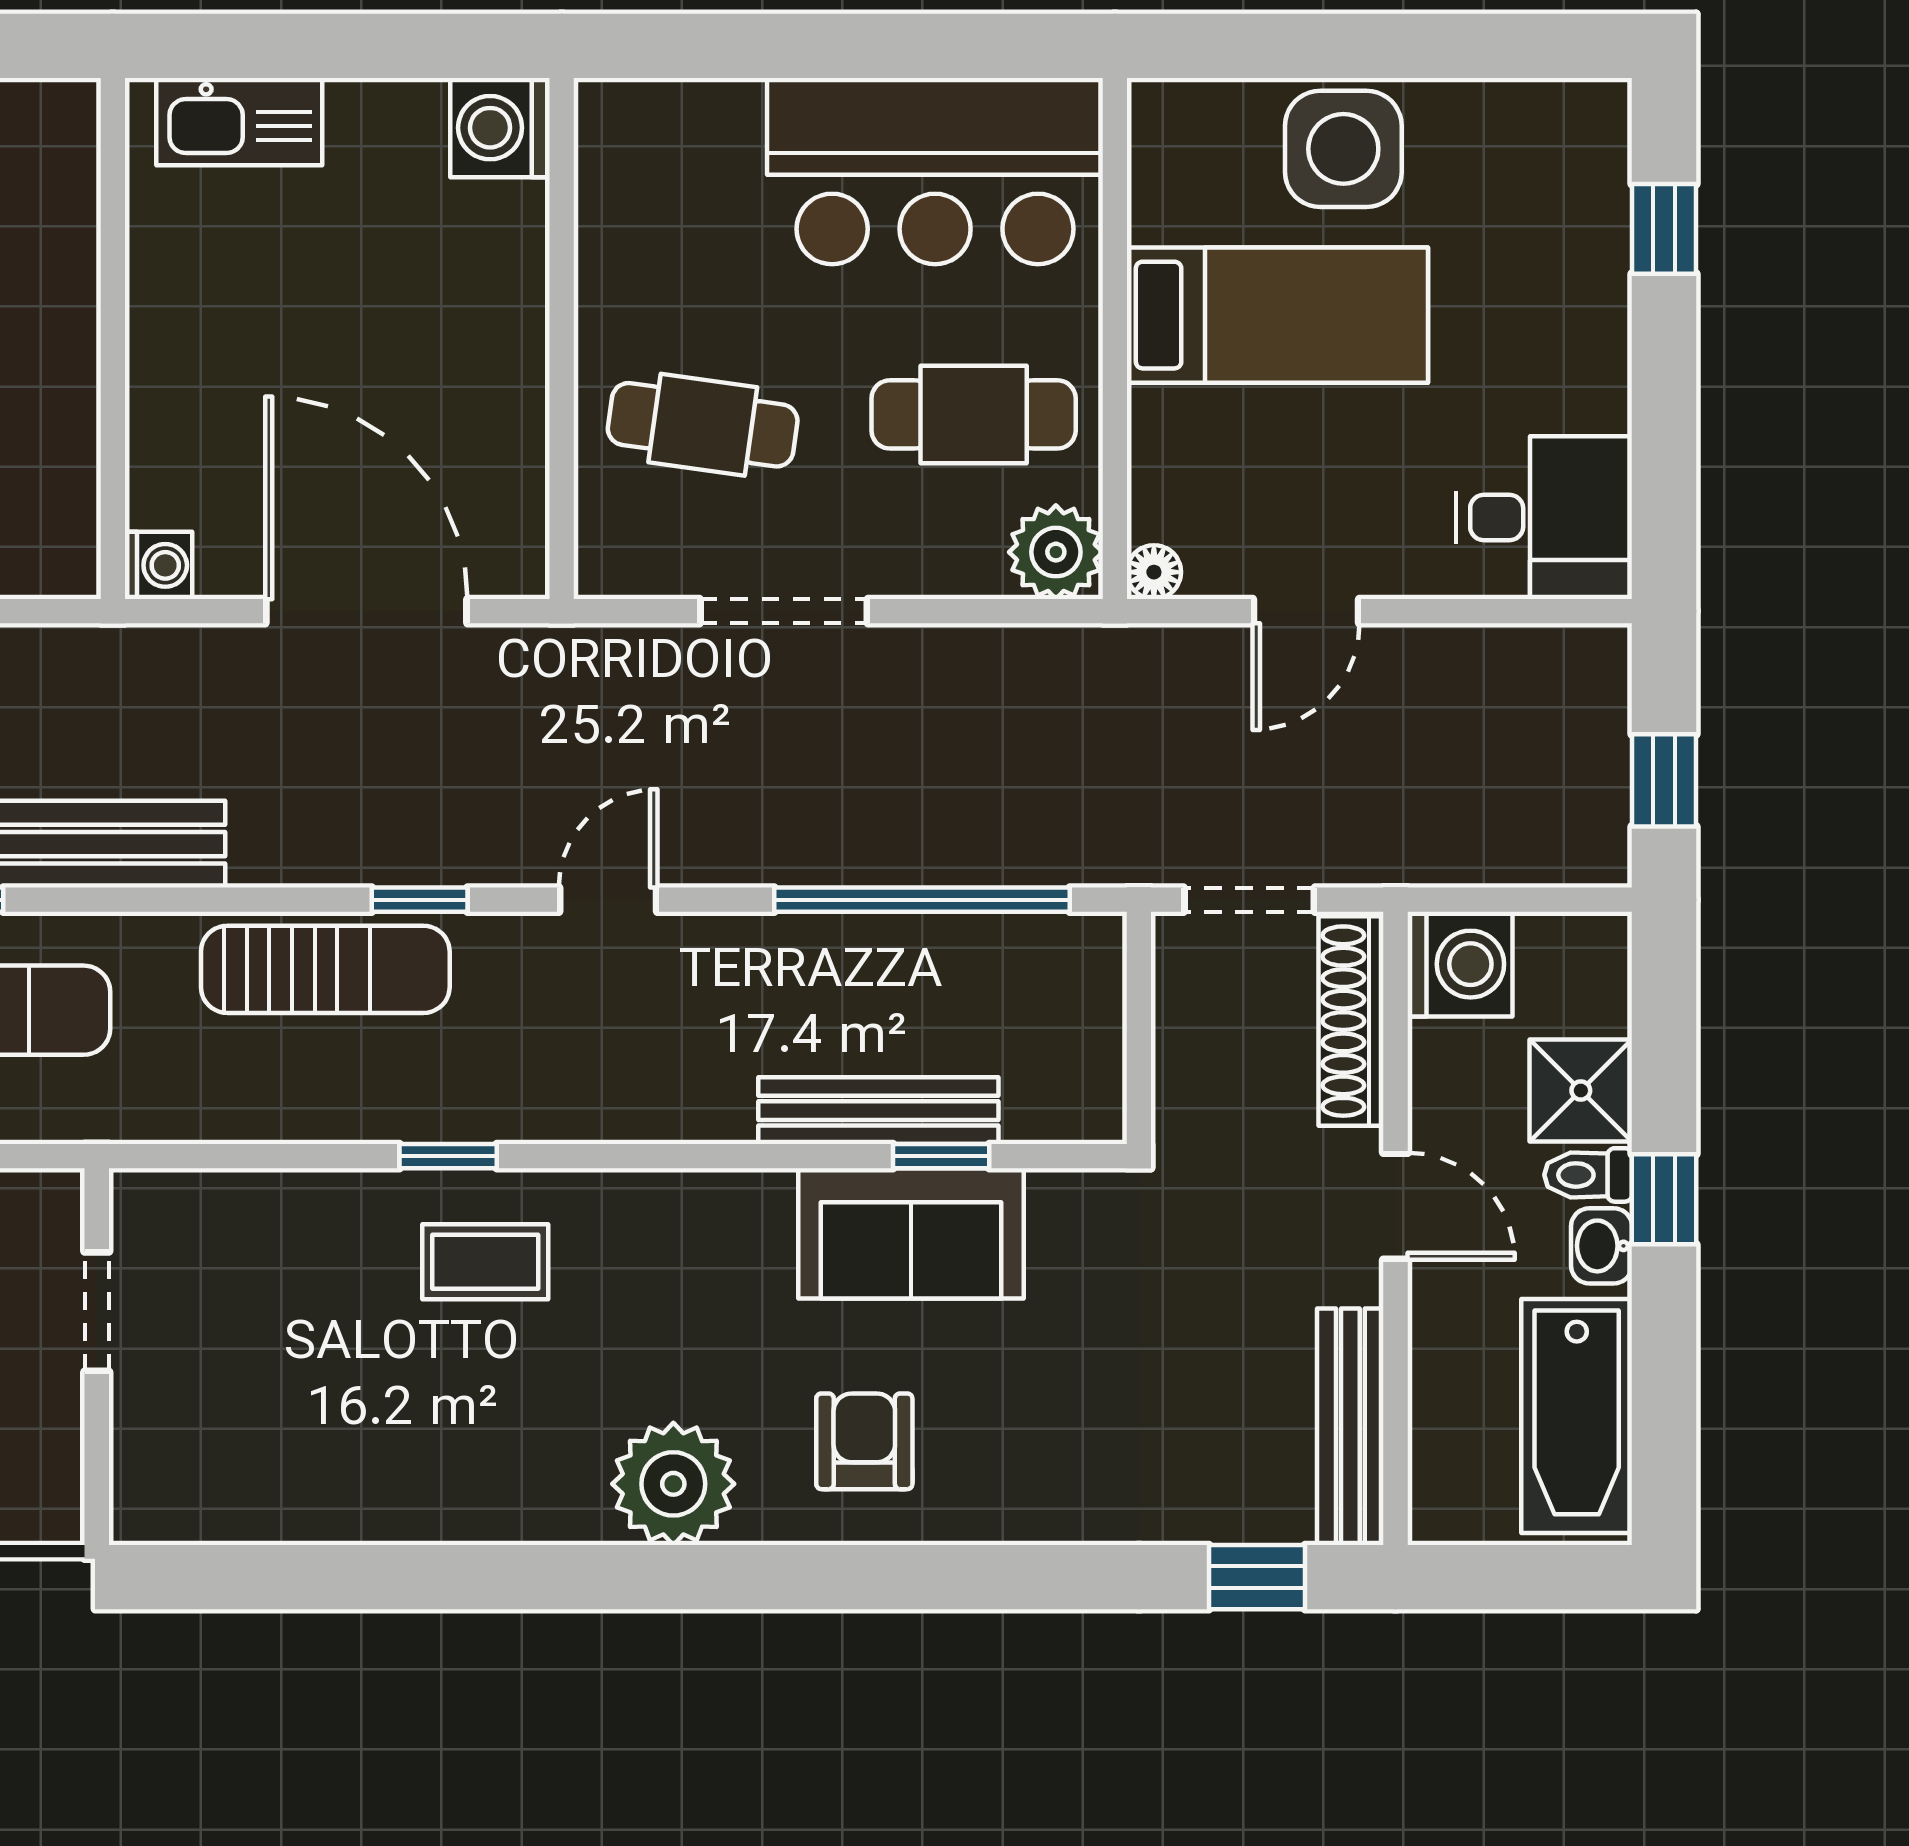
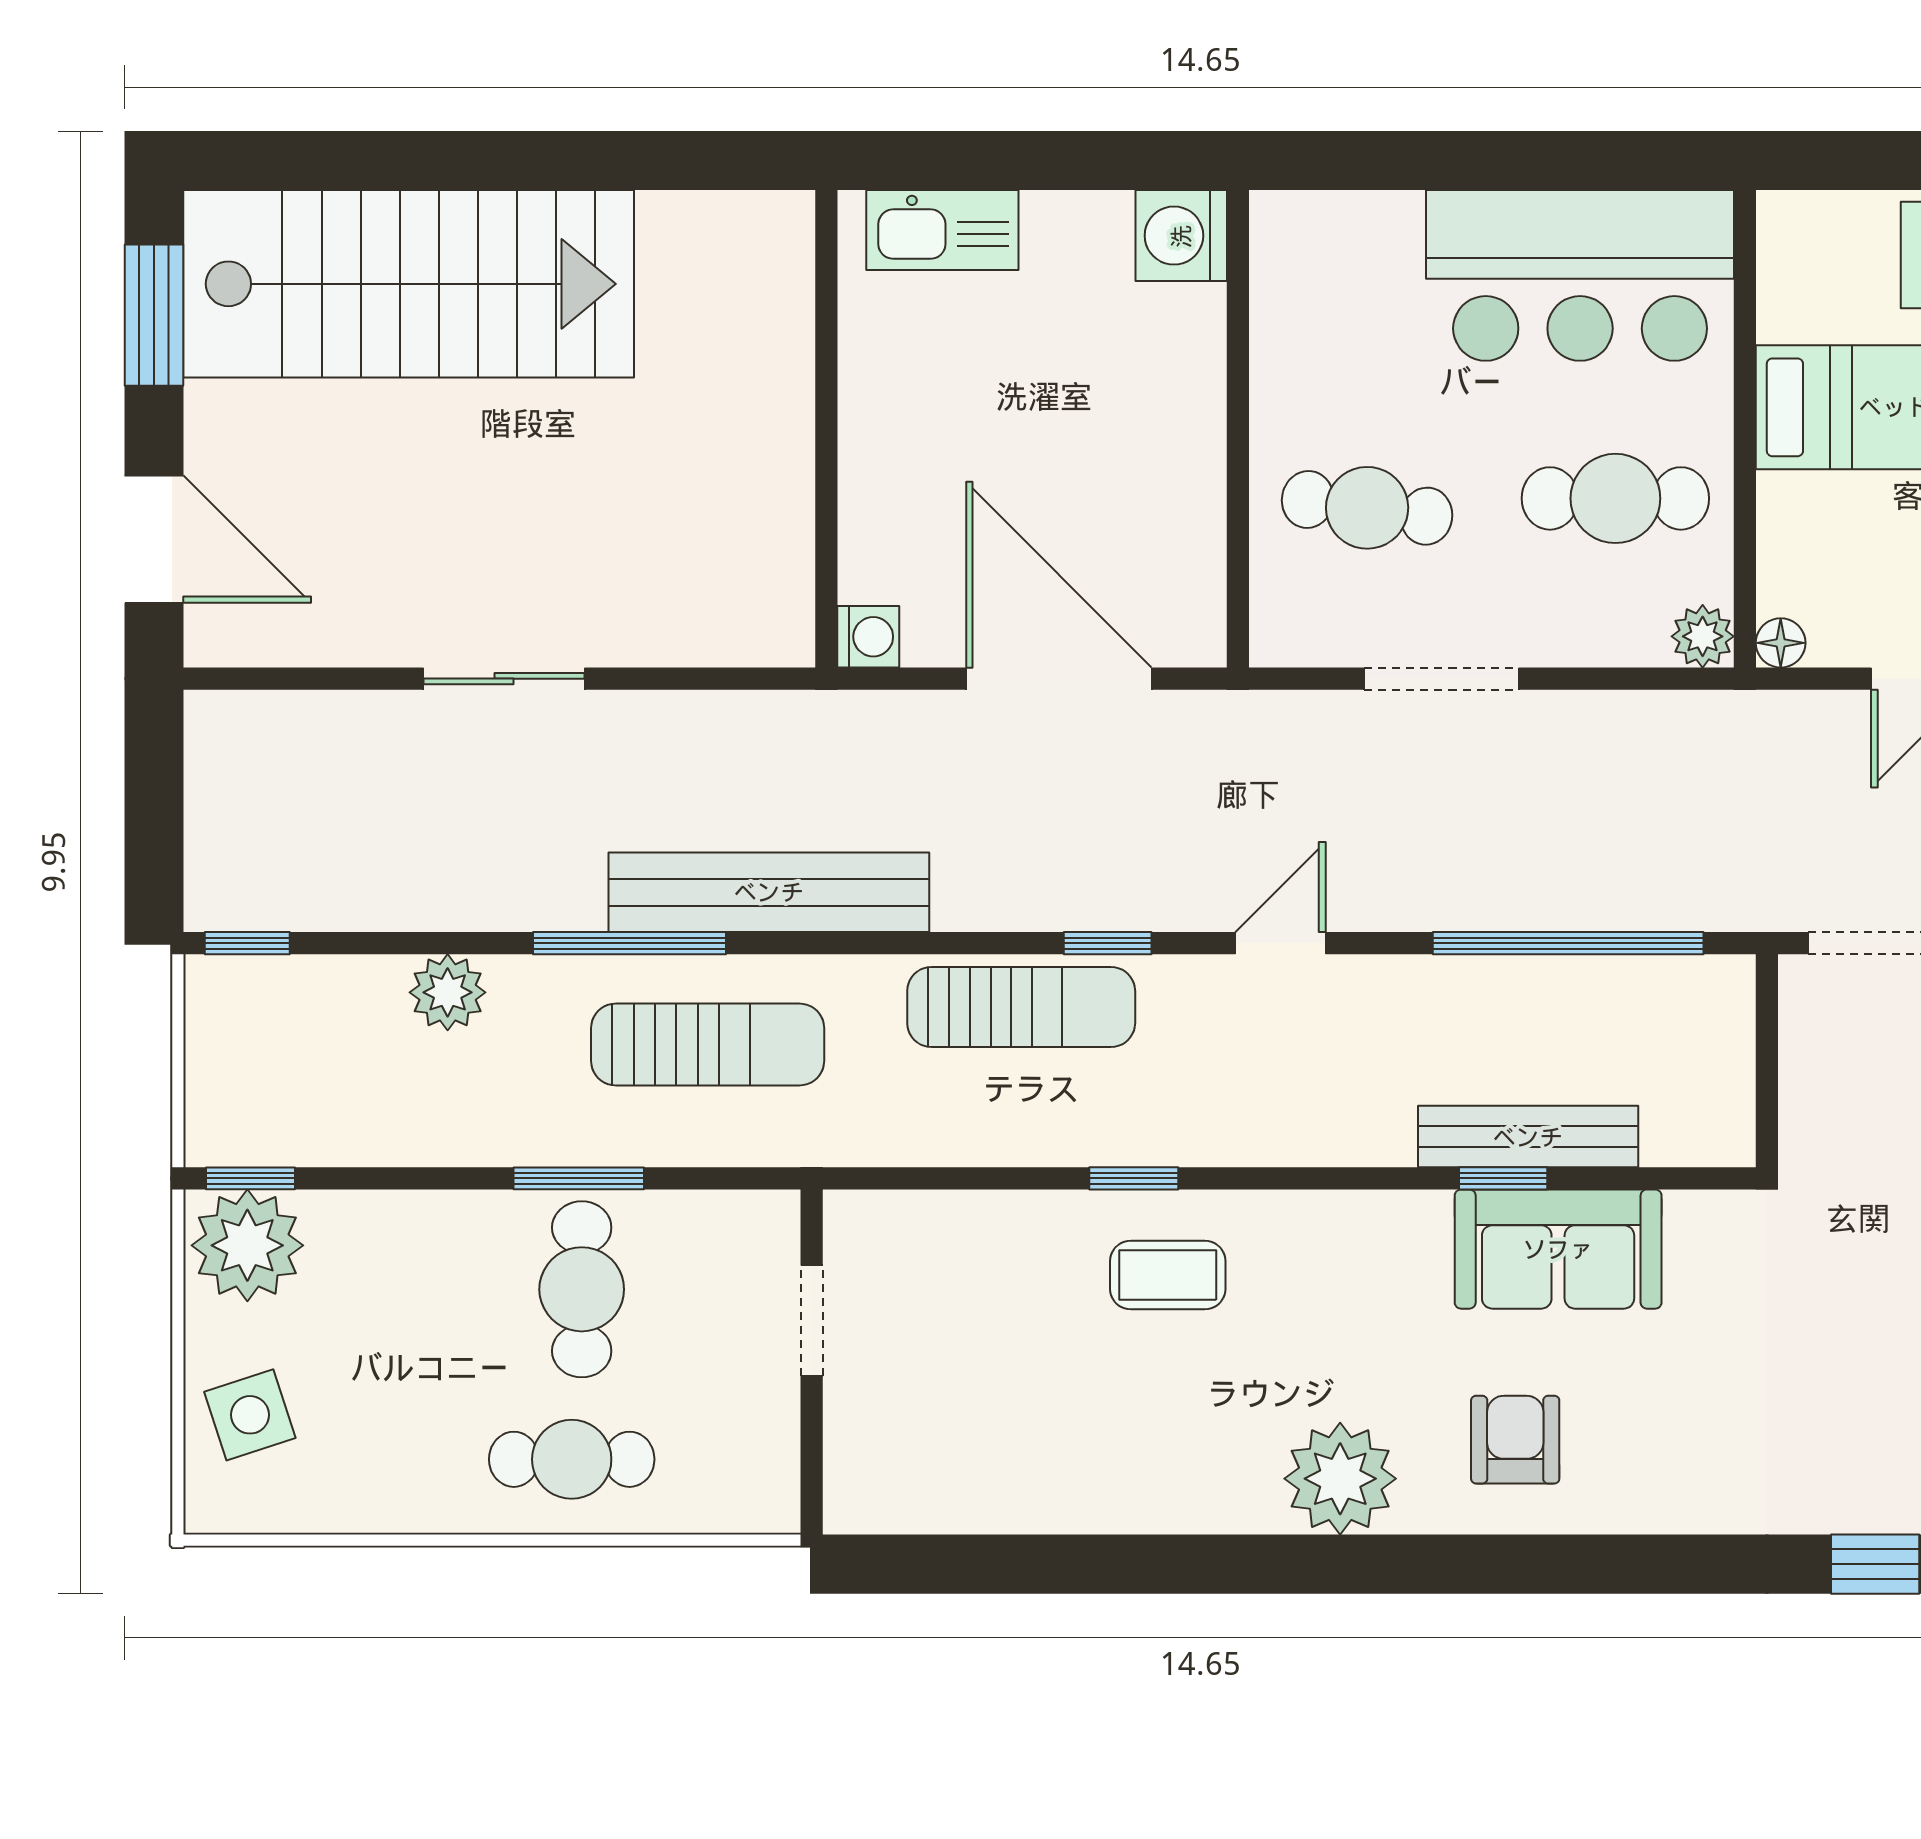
plant: (1056, 552) -> (1703, 636), width x0.73, depth x0.73
window: (941, 1156) -> (1503, 1178), moved

